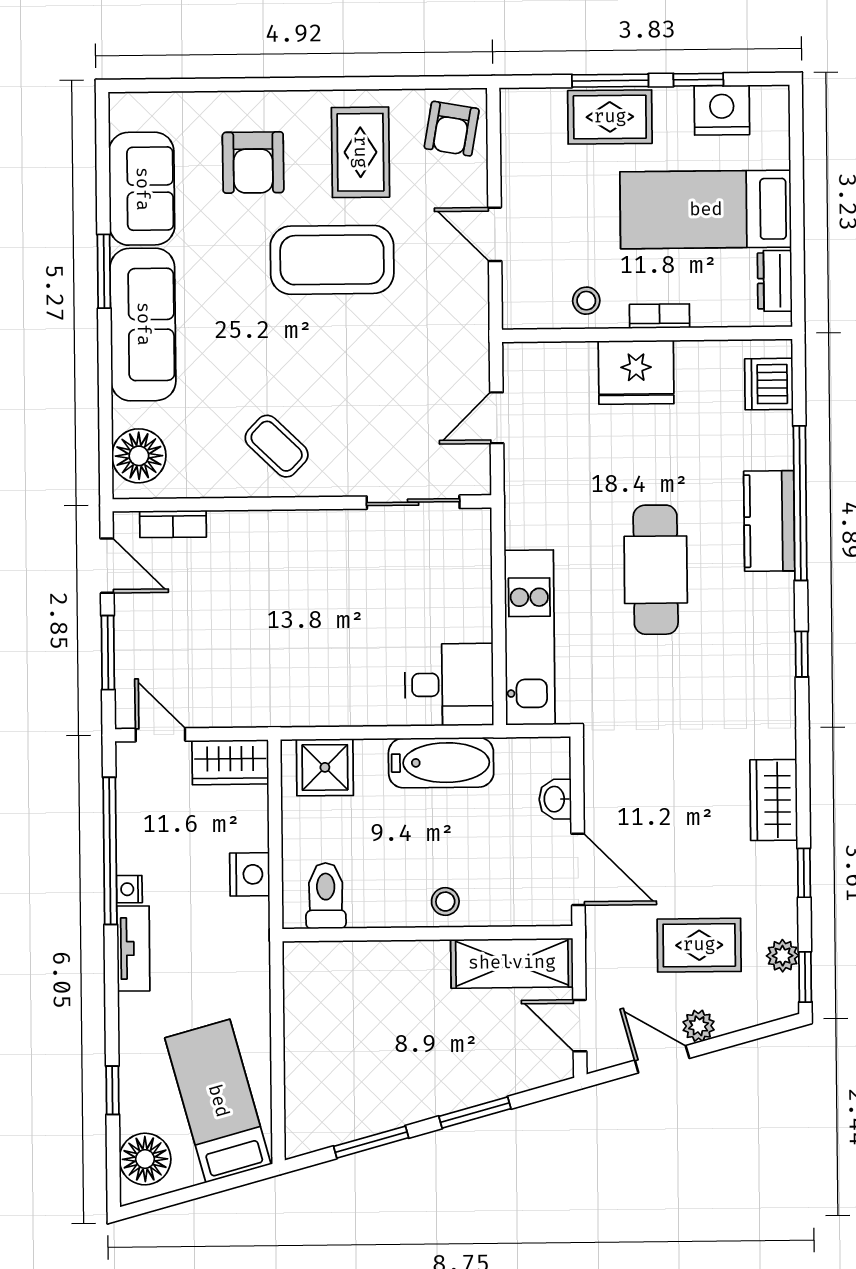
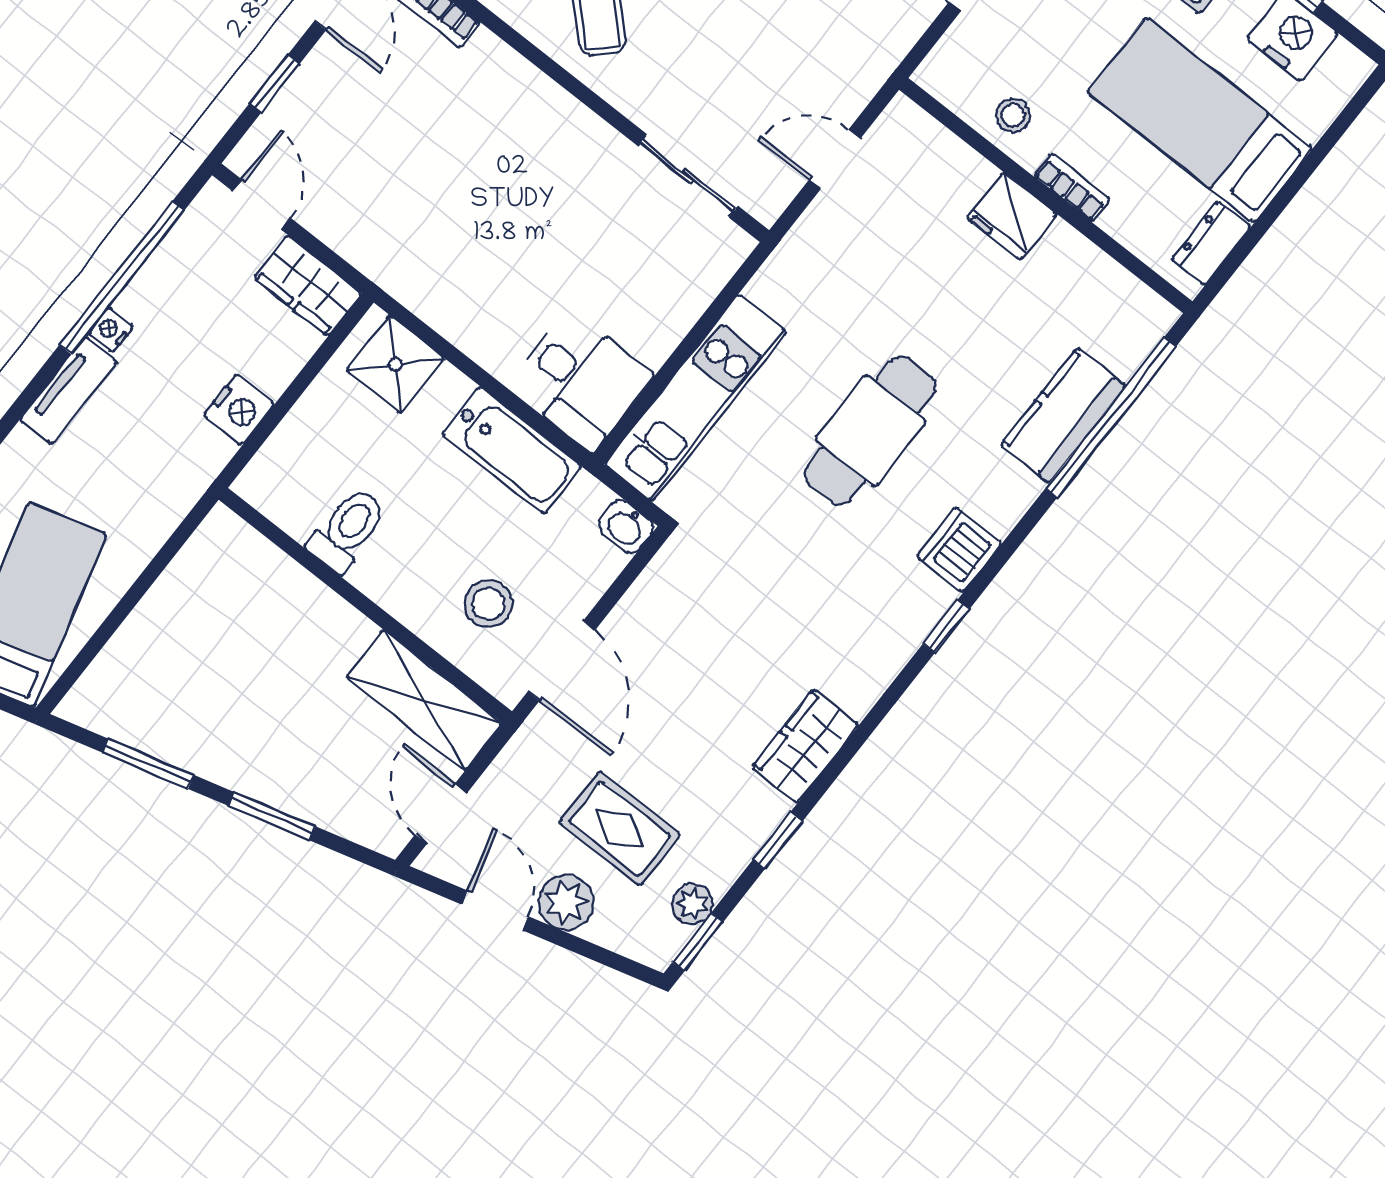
fridge: (636, 372) -> (1012, 216), width x0.73, depth x0.75
dishwasher: (769, 384) -> (959, 550), moved
window: (800, 503) -> (1111, 417), moved
kitchen counter: (769, 521) -> (1063, 415), moved
window: (108, 653) -> (275, 84), width x0.67
washbasin: (555, 799) -> (626, 526), moved, turned -90
toilet: (326, 896) -> (347, 530), moved
stool: (445, 902) -> (488, 604), moved, width x1.37, depth x1.37
plant: (699, 1026) -> (566, 902), width x1.38, depth x1.38

